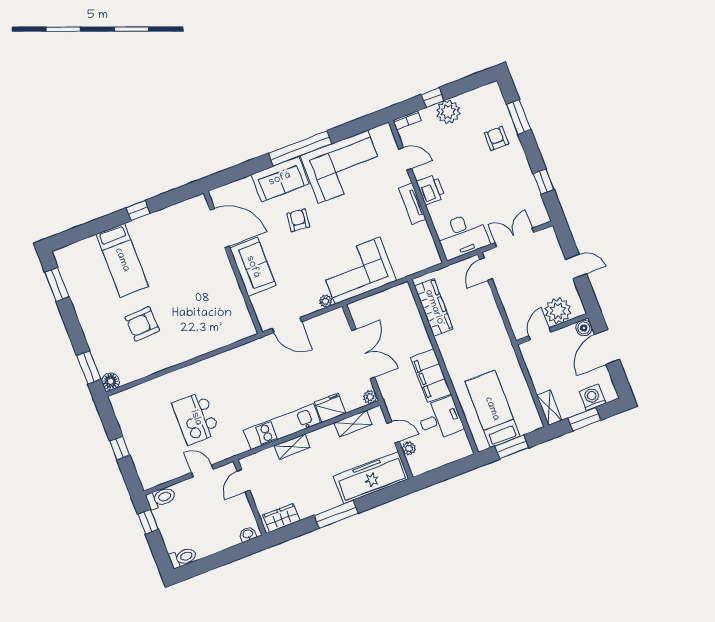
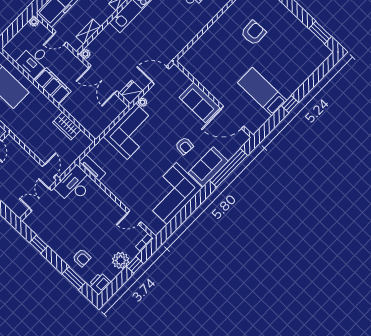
window: (300, 148) -> (229, 168), moved
printer: (431, 190) -> (100, 284), moved, turned 90
tv unit: (412, 204) -> (92, 168), moved
double door: (514, 238) -> (40, 199), swing flipped
bed: (122, 260) -> (262, 92), moved
wardrobe: (434, 307) -> (67, 126), width x0.67
fridge: (330, 408) -> (131, 92), moved, turned 180
plant: (409, 448) -> (34, 22), moved

